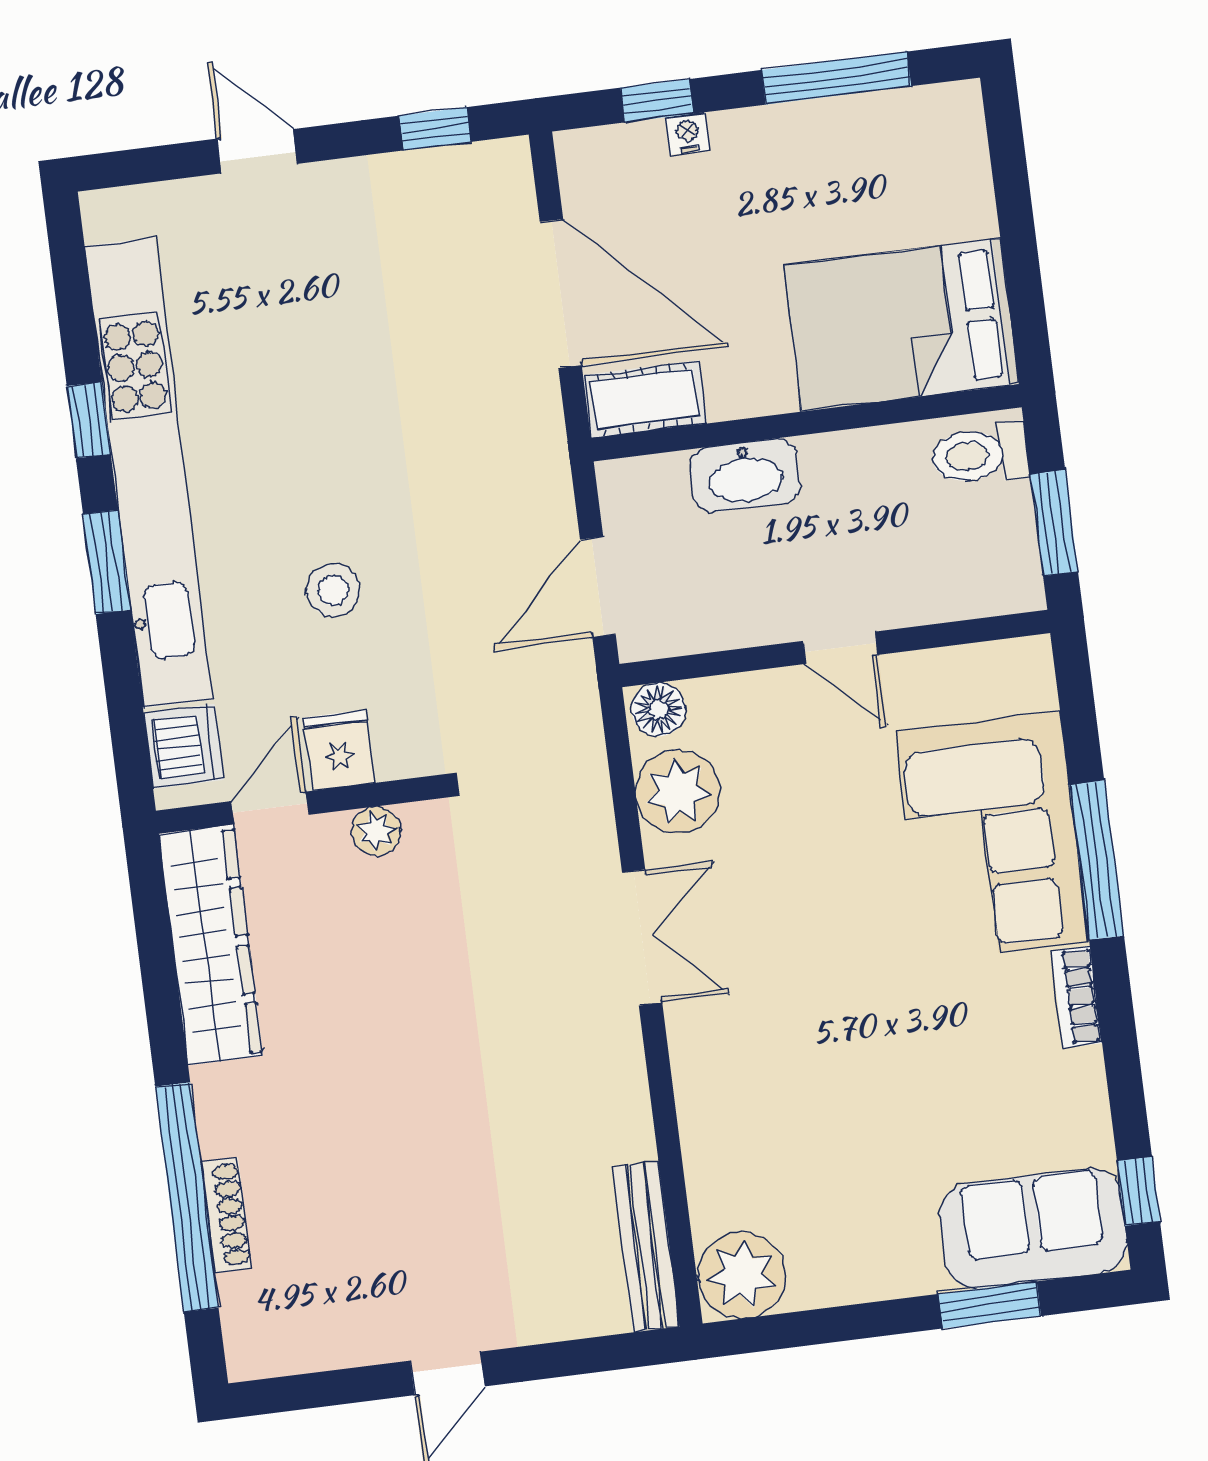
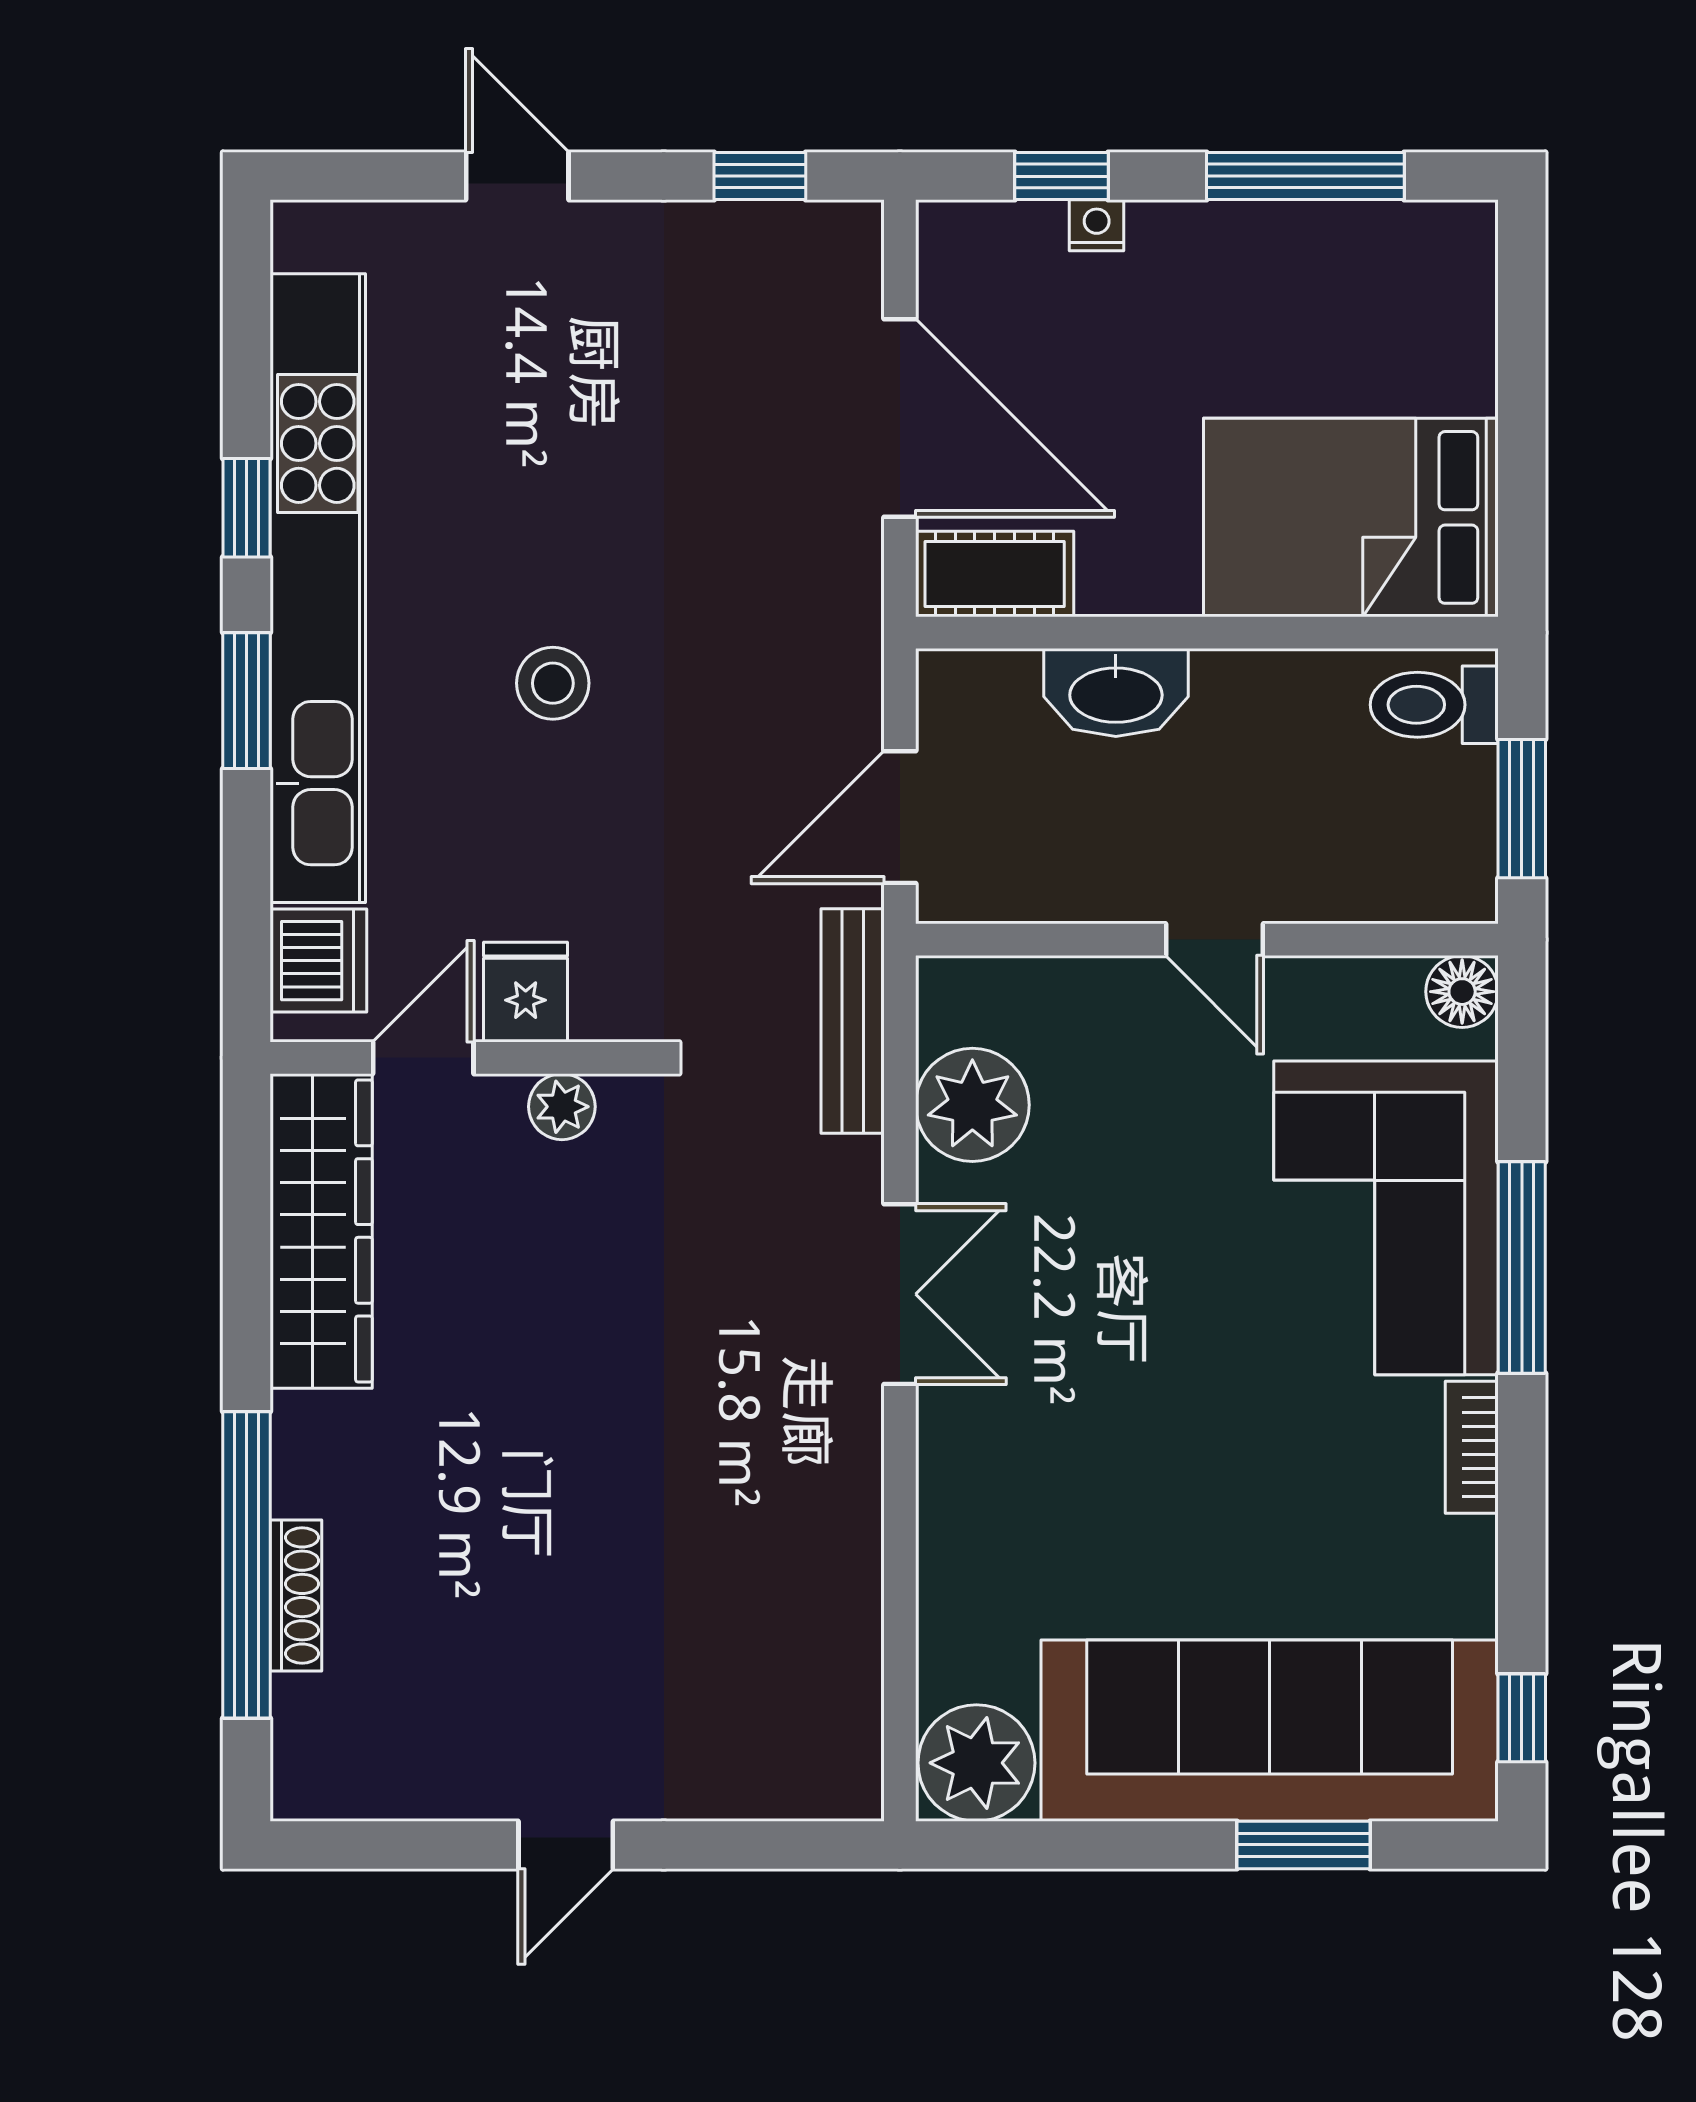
stool: (333, 590) -> (553, 683), moved
floor lamp: (658, 709) -> (1462, 992), moved
sofa: (1033, 1228) -> (1270, 1731), width x1.85, depth x1.27
bench: (646, 1247) -> (853, 1021), moved

